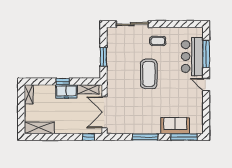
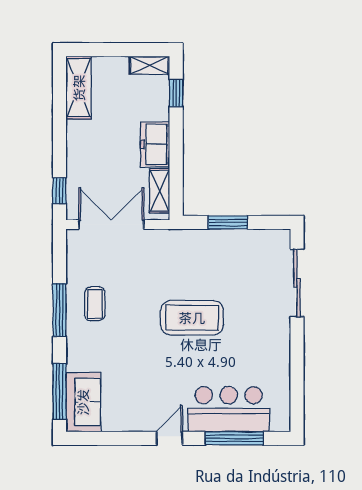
coffee table: (158, 41) -> (95, 304), moved
window: (63, 82) -> (176, 93), moved
sofa: (175, 126) -> (83, 402), moved

